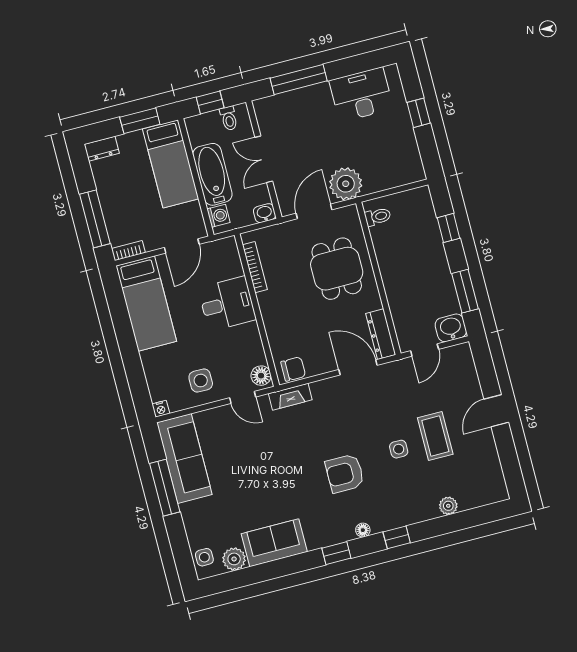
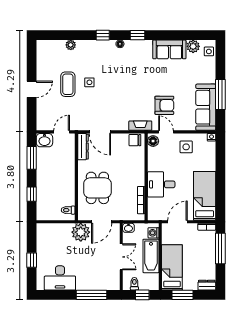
armchair: (345, 473) -> (164, 105), moved

